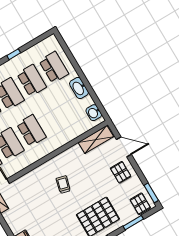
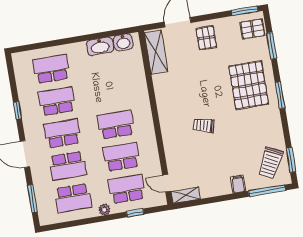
washbasin: (79, 88) -> (100, 46), moved
pallet: (121, 172) -> (206, 38), turned 90
trolley: (63, 185) -> (204, 125), moved

